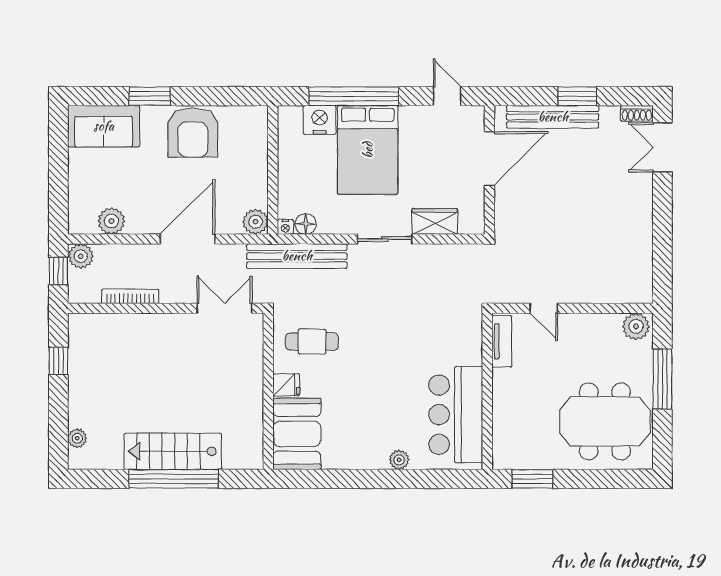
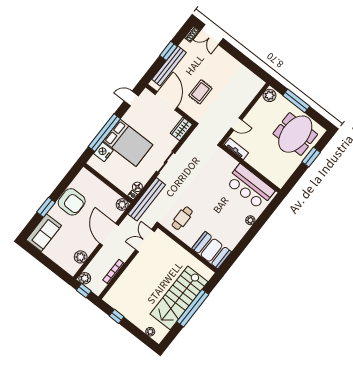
rug: (550, 205) -> (200, 92), added
wardrobe: (435, 221) -> (181, 129), moved
fridge: (286, 385) -> (191, 240), removed
stairs: (173, 451) -> (179, 298), width x1.36, depth x1.51
window: (532, 479) -> (311, 157), moved

